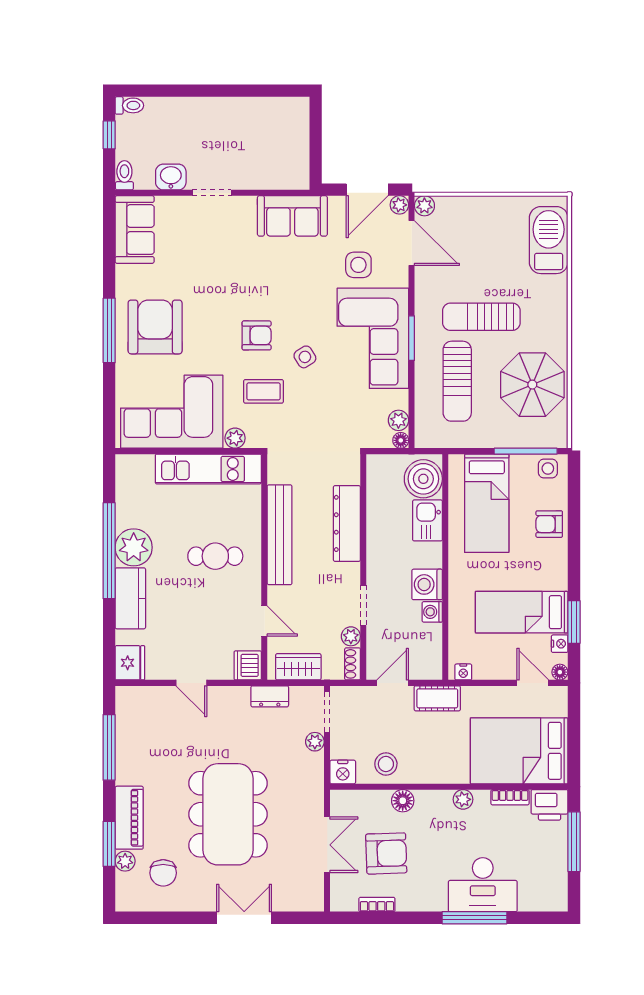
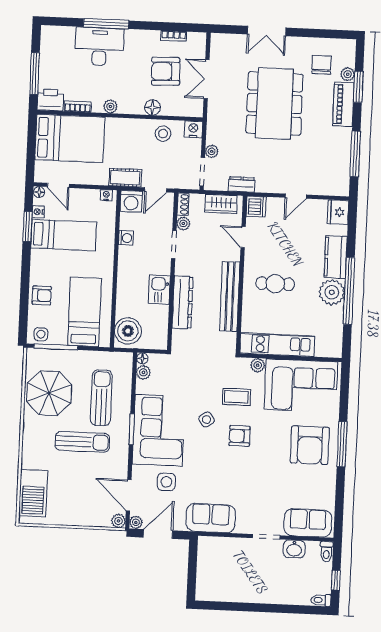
sofa: (135, 230) -> (308, 523), moved, turned 90
kitchen sink: (428, 520) -> (159, 290), moved, turned 180
washing machine: (427, 584) -> (131, 201), moved, turned 90
door: (191, 683) -> (296, 196), swing flipped

